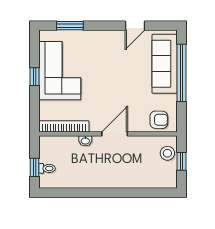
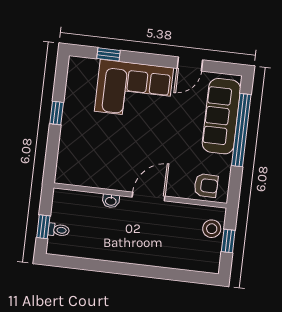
window: (70, 26) -> (108, 54), width x0.67
corner sofa: (60, 71) -> (134, 89), moved, turned 90
bookcase: (64, 126) -> (86, 180), removed

